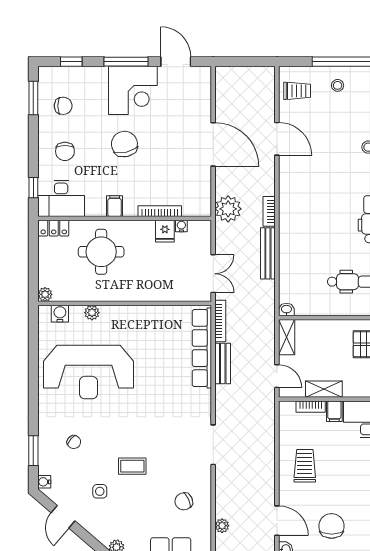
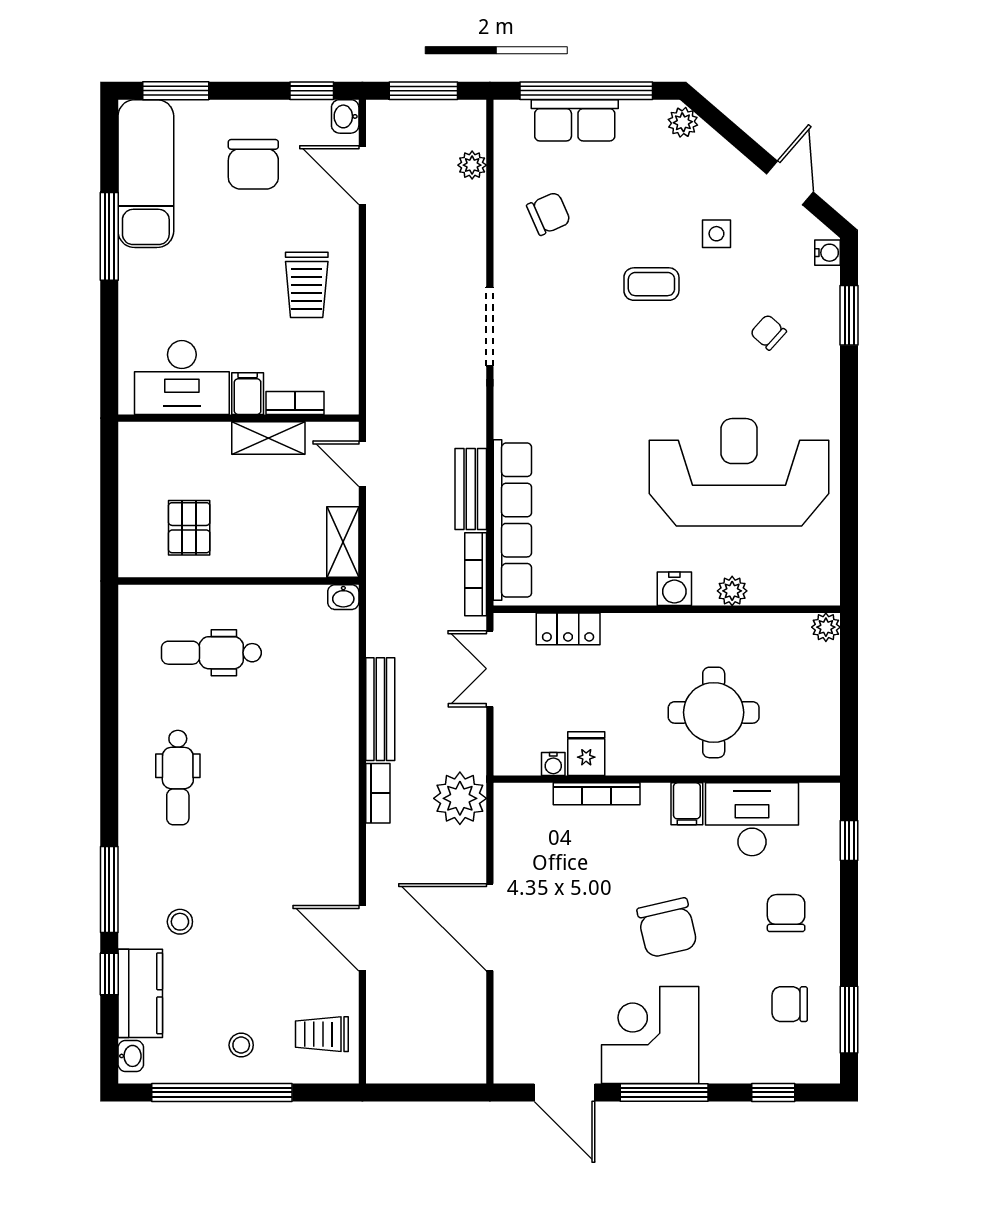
desk: (61, 198) -> (752, 819), moved
locker: (54, 228) -> (568, 629), moved, turned 180
water cooler: (60, 314) -> (674, 589), moved

